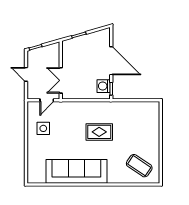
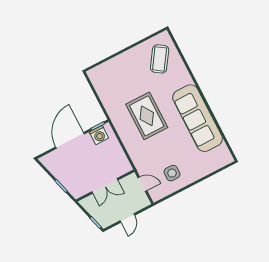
double door: (61, 80) -> (105, 186), moved
rug: (99, 132) -> (147, 116), width x1.36, depth x1.43

